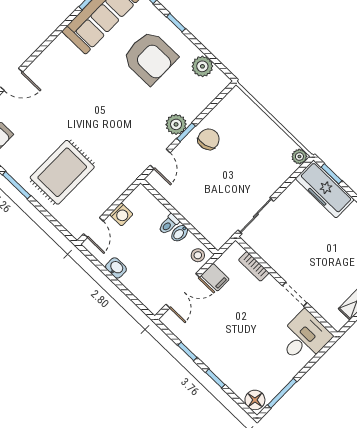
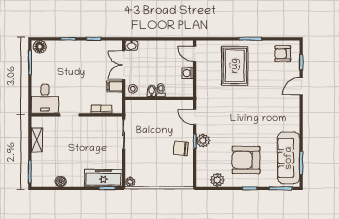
chair: (209, 139) -> (181, 148), turned 110
washbasin: (116, 268) -> (131, 45), moved

